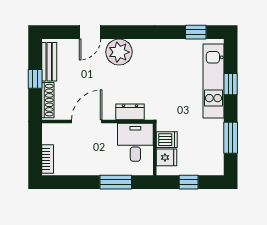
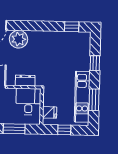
kitchen unit: (214, 81) -> (82, 97), moved
dishwasher: (167, 140) -> (50, 100), removed

